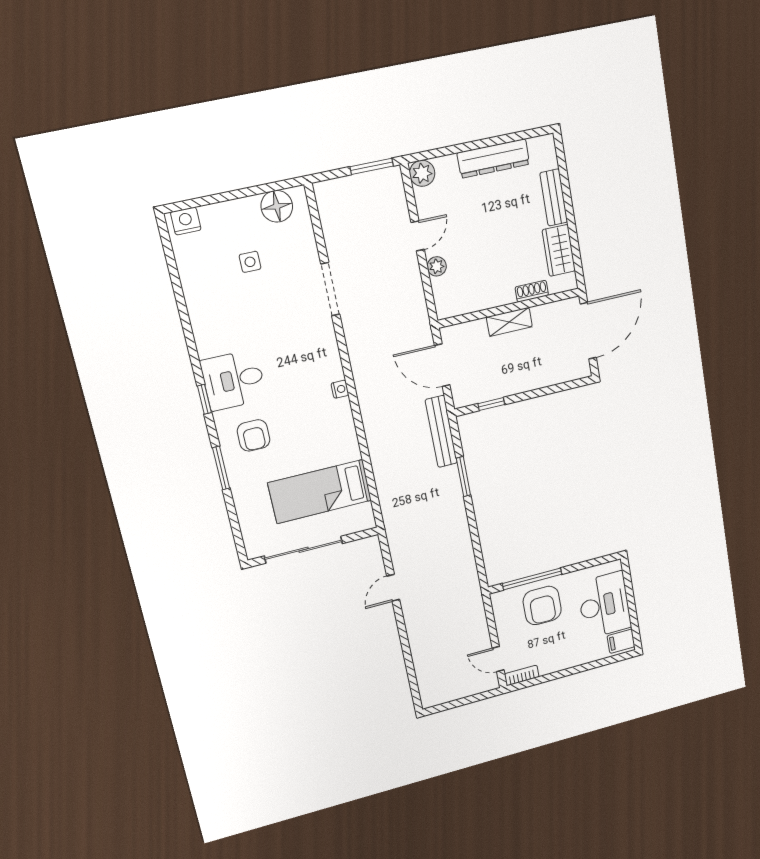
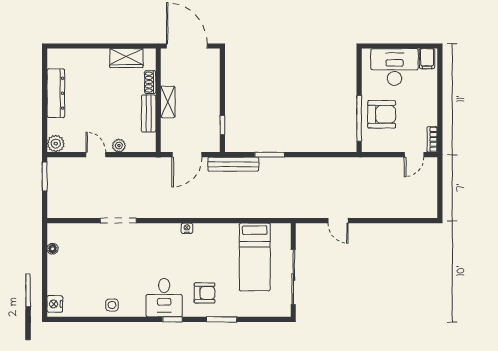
bench: (554, 198) -> (149, 113), moved, turned 90
floor lamp: (277, 206) -> (53, 249), width x0.53, depth x0.53
side table: (250, 262) -> (112, 305), moved

